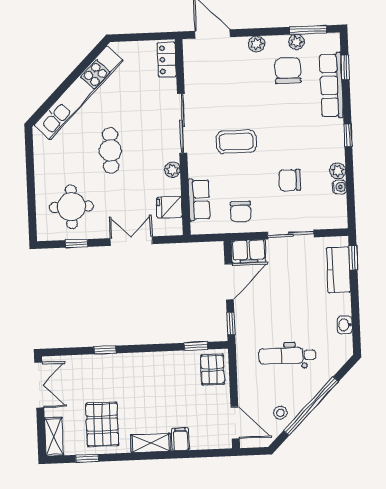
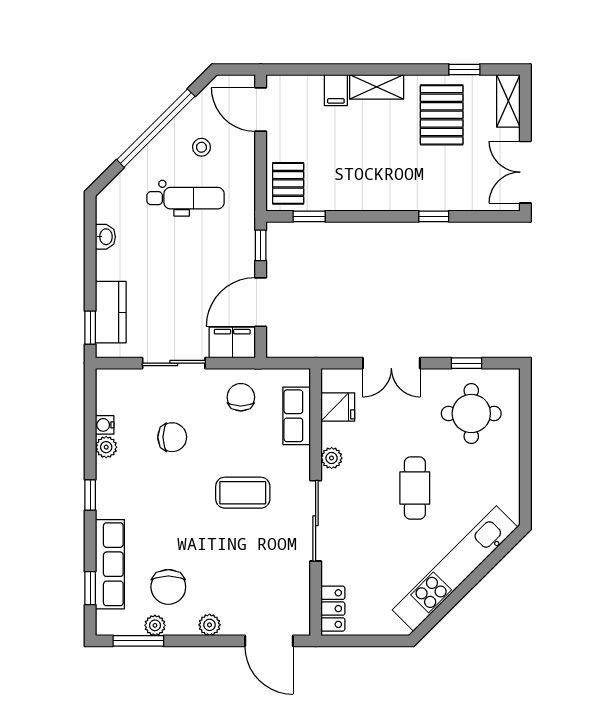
stool: (280, 413) -> (202, 147), moved

